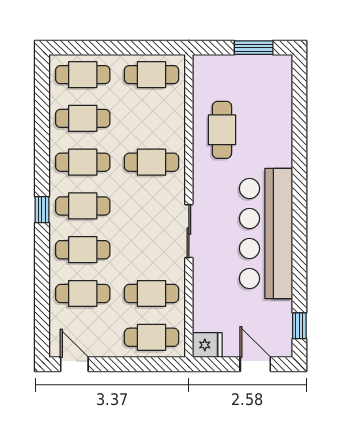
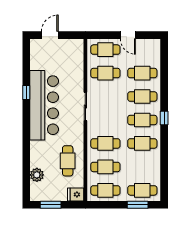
window: (91, 48) -> (138, 205), added
plant: (280, 104) -> (37, 175), added
cafe table: (83, 118) -> (105, 167), moved
window: (299, 326) -> (26, 92), moved
fridge: (207, 345) -> (76, 194), moved
door: (74, 364) -> (128, 35), moved
door: (255, 364) -> (50, 35), swing flipped

